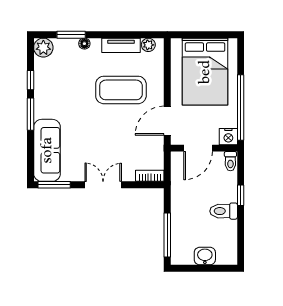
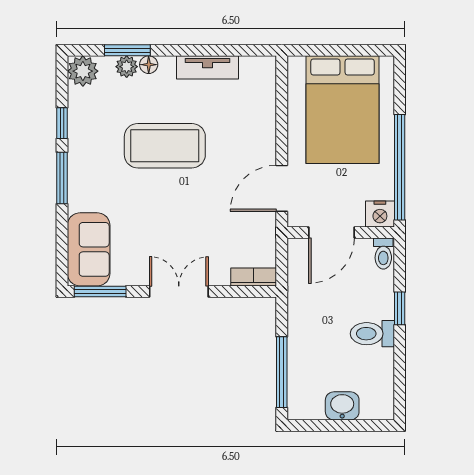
plant: (148, 45) -> (127, 67), moved
coffee table: (121, 90) -> (165, 146), moved
sofa: (47, 150) -> (89, 249), width x0.73

